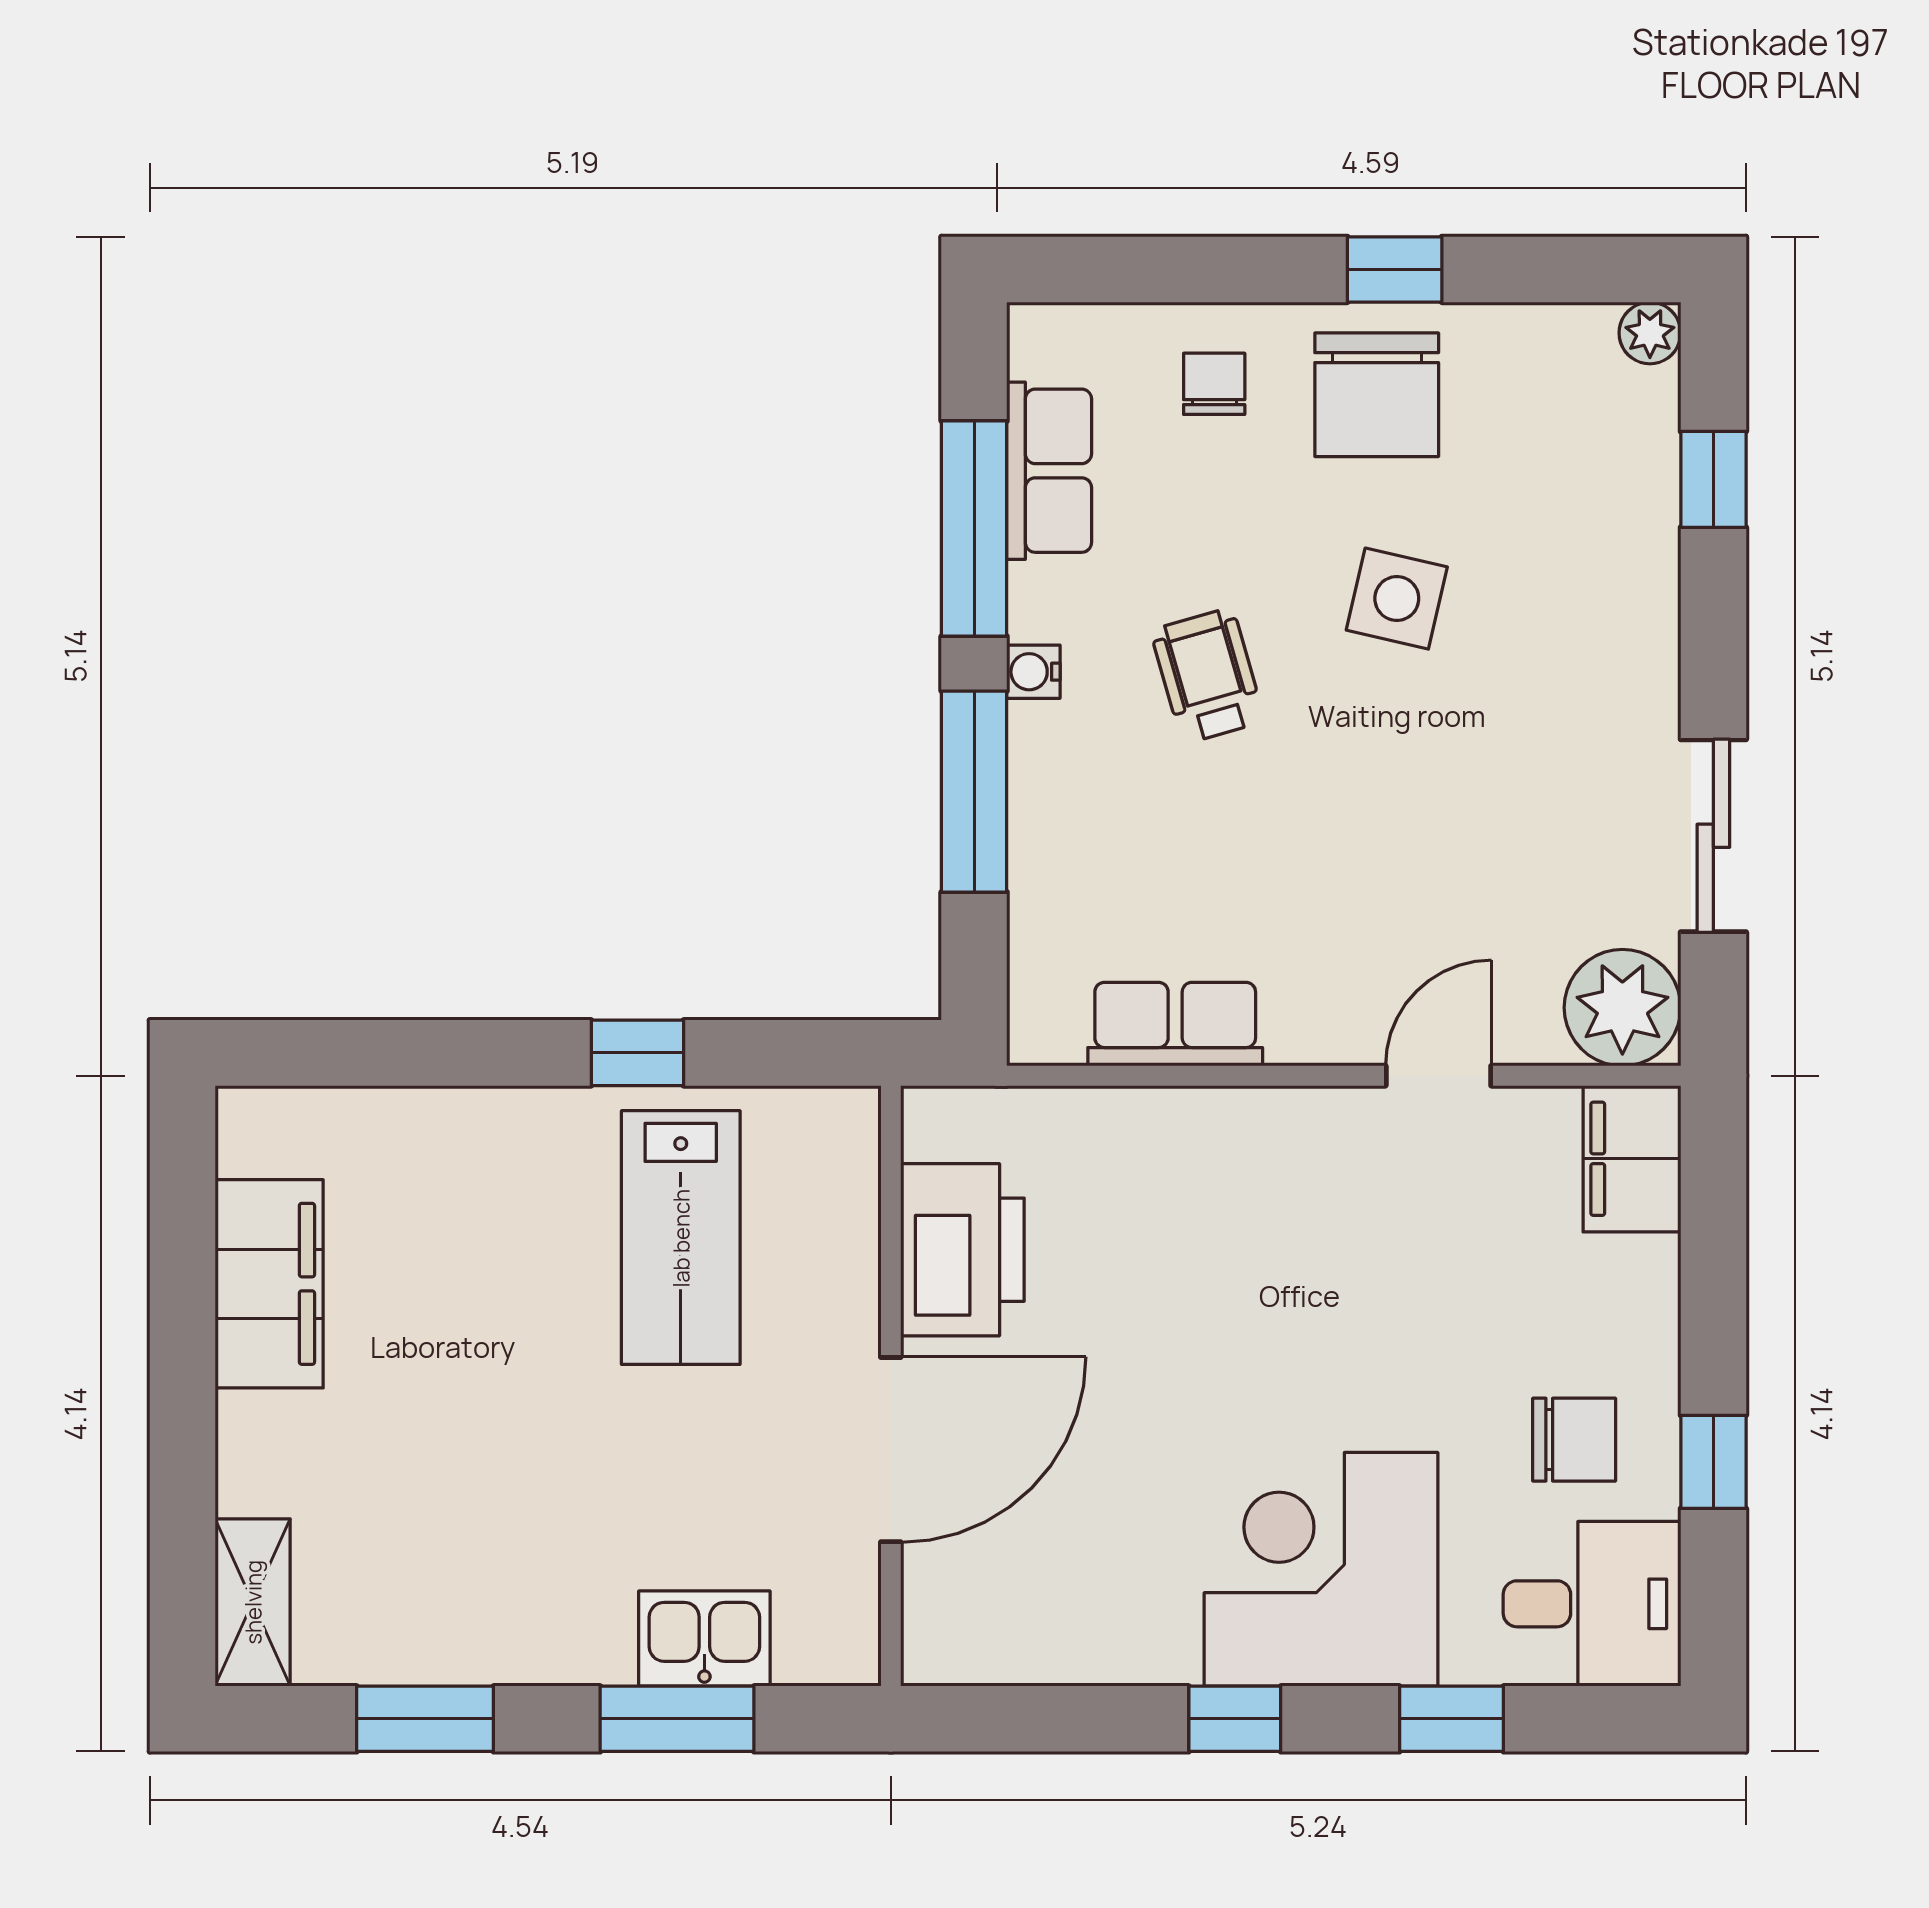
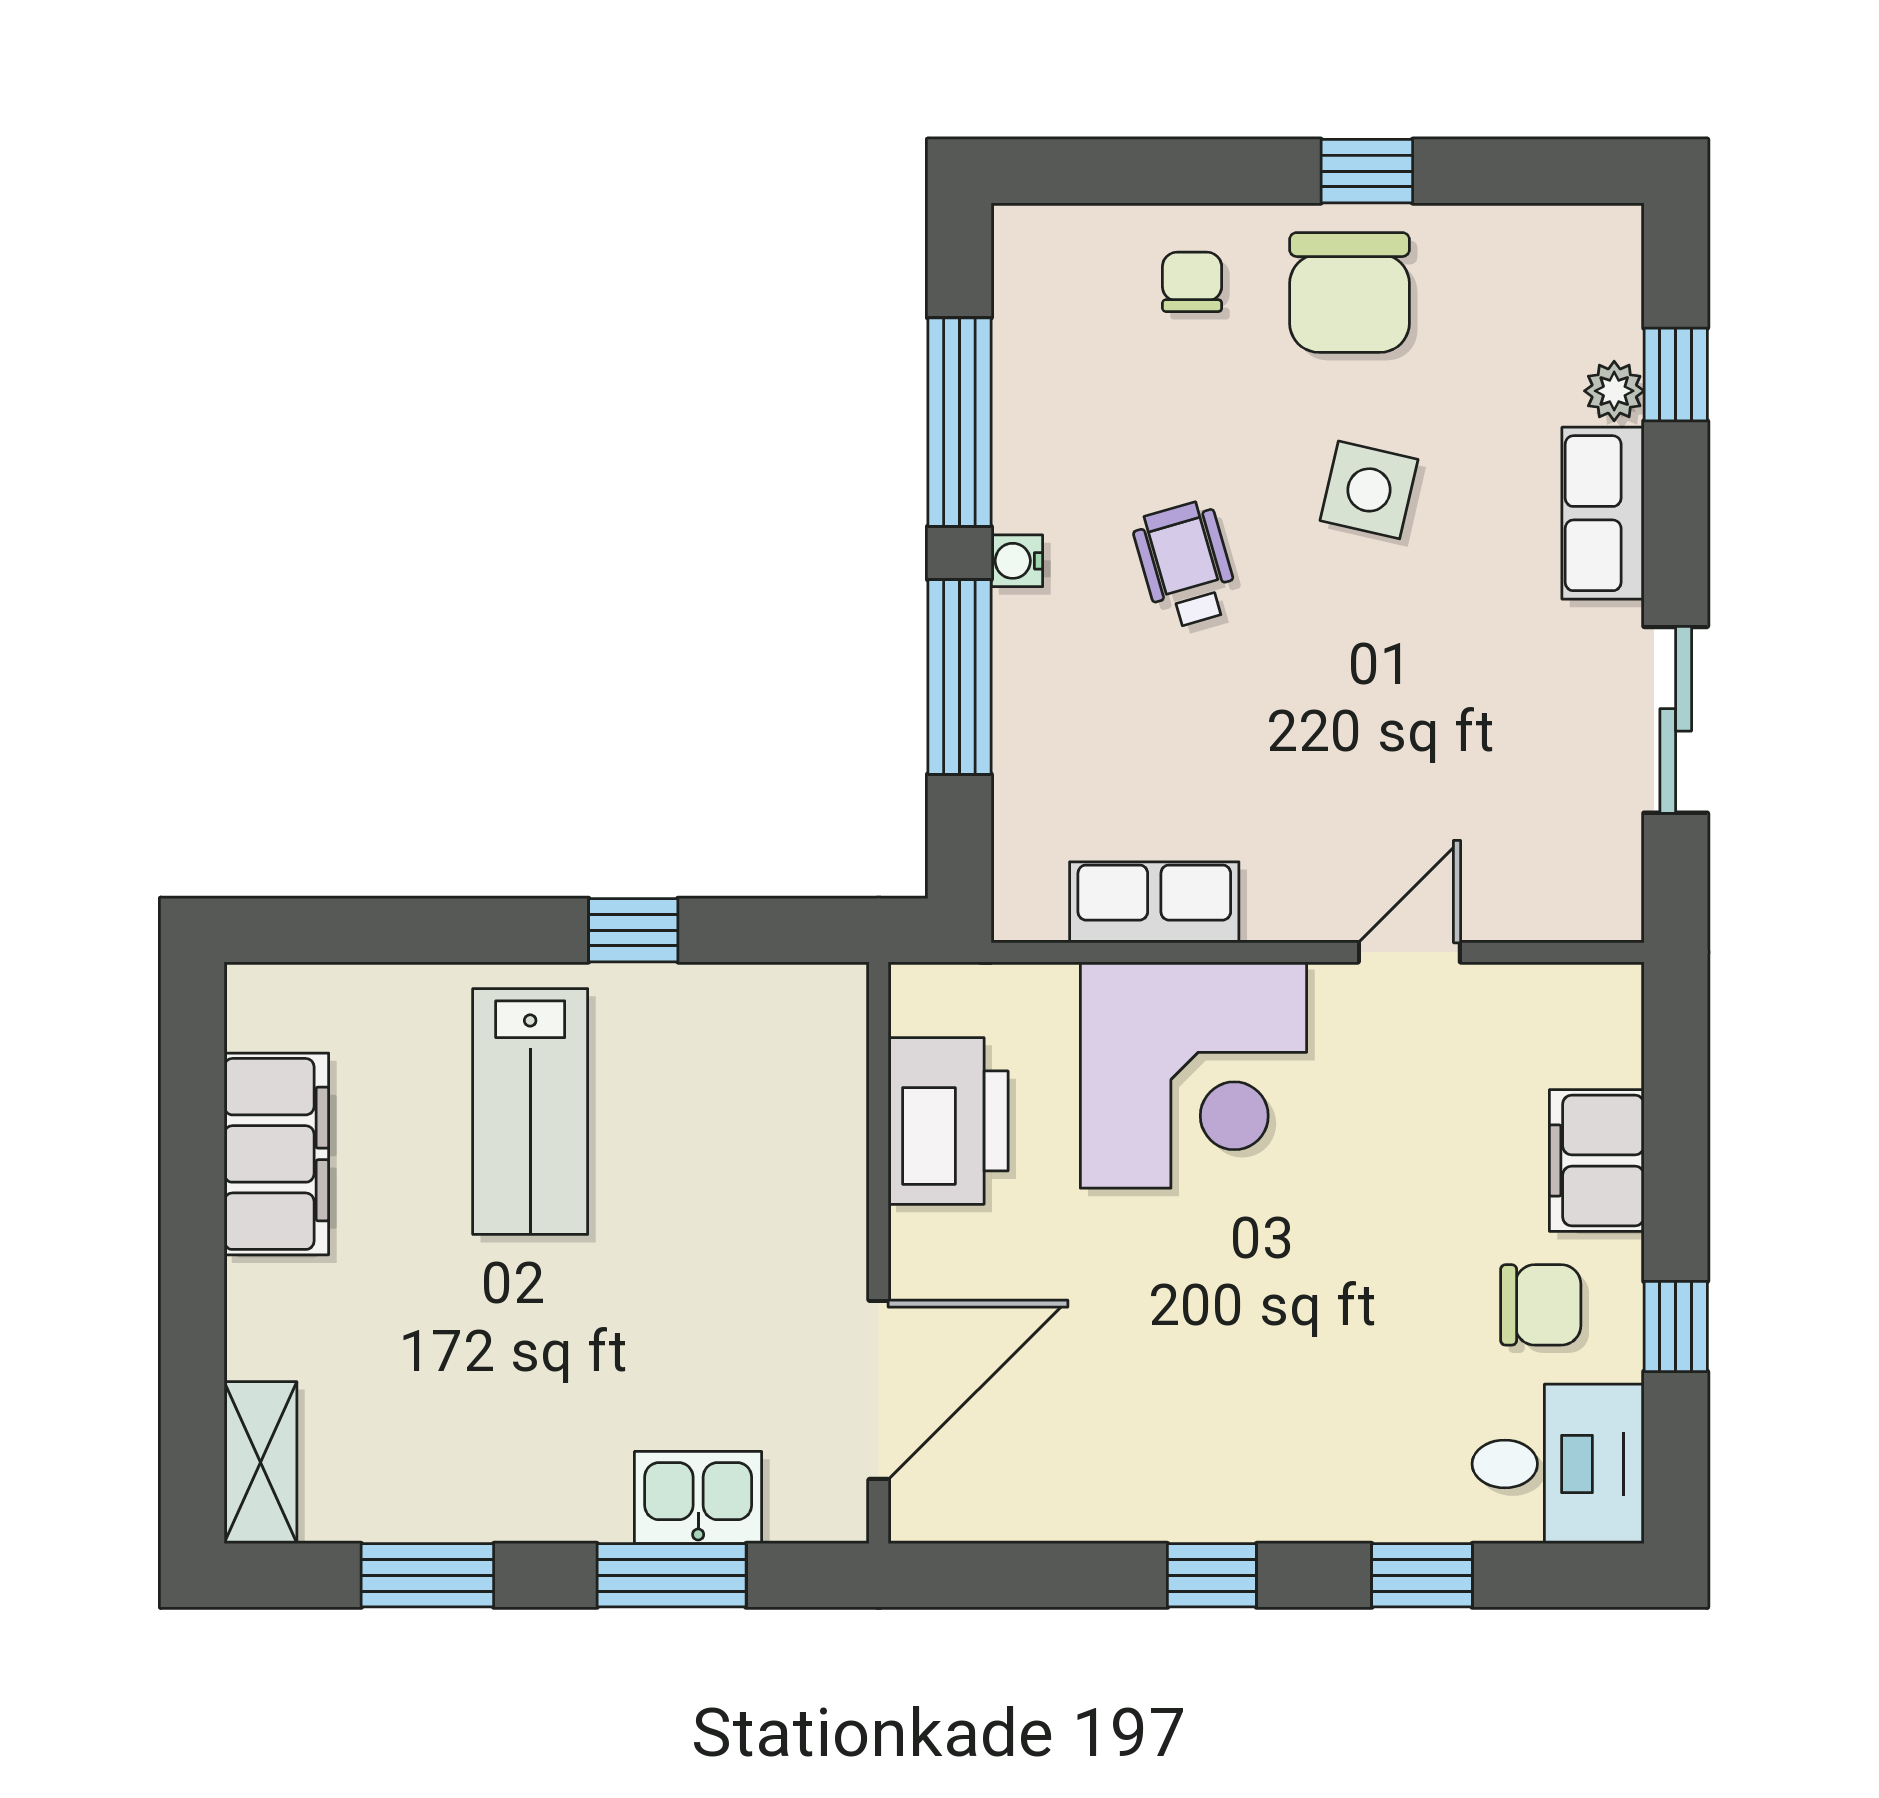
plant: (1650, 333) -> (1614, 391), moved
row of seats: (1049, 471) -> (1603, 513), moved, turned 180
plant: (1622, 1008) -> (1588, 886), removed
filing cabinet: (1632, 1159) -> (1597, 1160), moved
lab bench: (681, 1238) -> (530, 1111), moved
door: (891, 1450) -> (879, 1390), moved
corner desk: (1321, 1569) -> (1194, 1075), moved, turned 180

